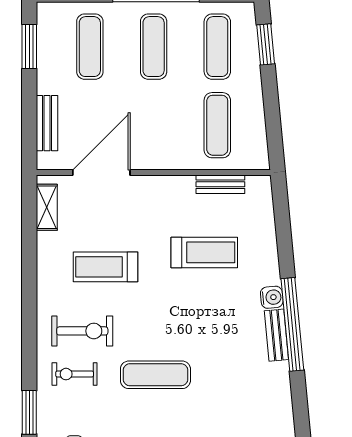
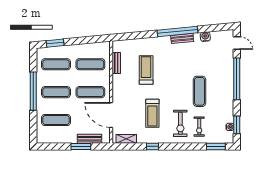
window: (29, 46) -> (81, 146), moved
exercise mat: (154, 125) -> (90, 92), added
window: (29, 267) -> (152, 146), added
water cooler: (272, 297) -> (205, 37), moved
exercise bike: (82, 331) -> (180, 123), turned 180

